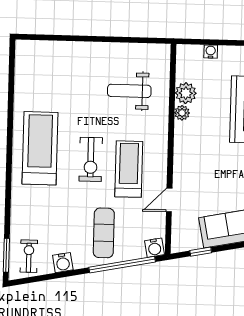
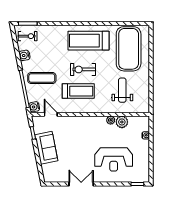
exercise mat: (56, 78) -> (129, 49), added
treadmill: (40, 148) -> (89, 41), turned 180
door: (169, 200) -> (51, 114), moved

